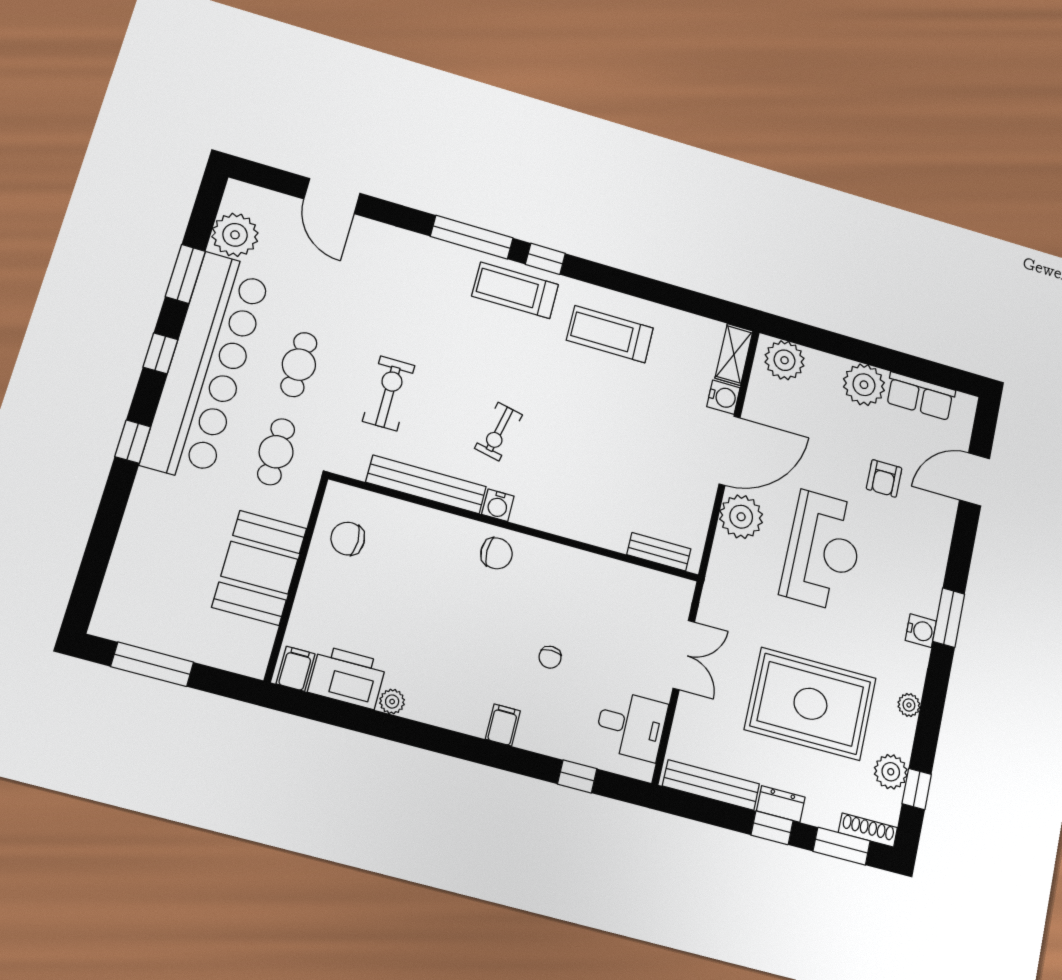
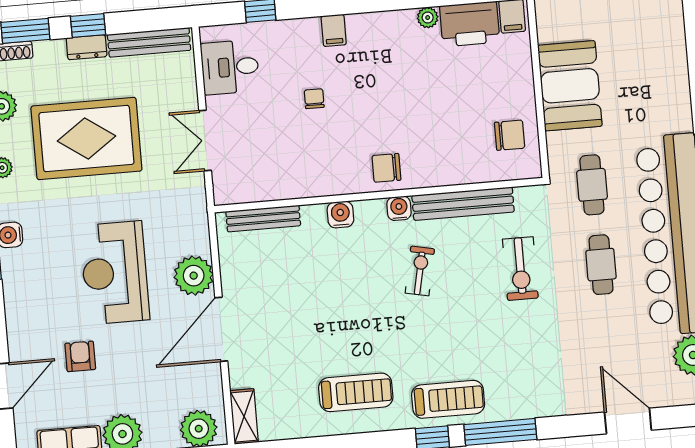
water cooler: (723, 397) -> (340, 215), moved, turned 90
bench: (659, 552) -> (263, 219), width x1.36

